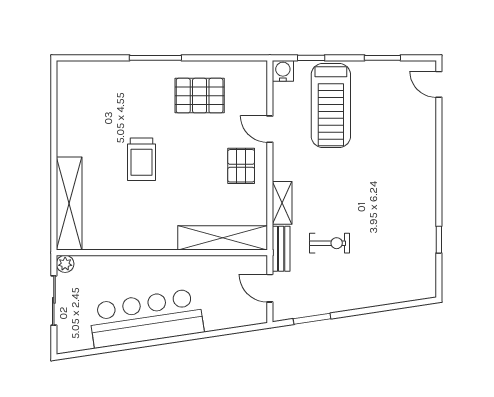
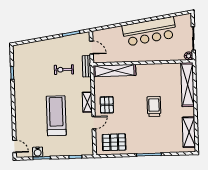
water cooler: (283, 71) -> (38, 152), moved
pallet: (200, 96) -> (114, 142), moved
shelving: (69, 103) -> (189, 132), added
treadmill: (331, 105) -> (56, 116), moved
door: (270, 129) -> (94, 123), hinge flipped
shelving: (282, 203) -> (87, 102), moved

